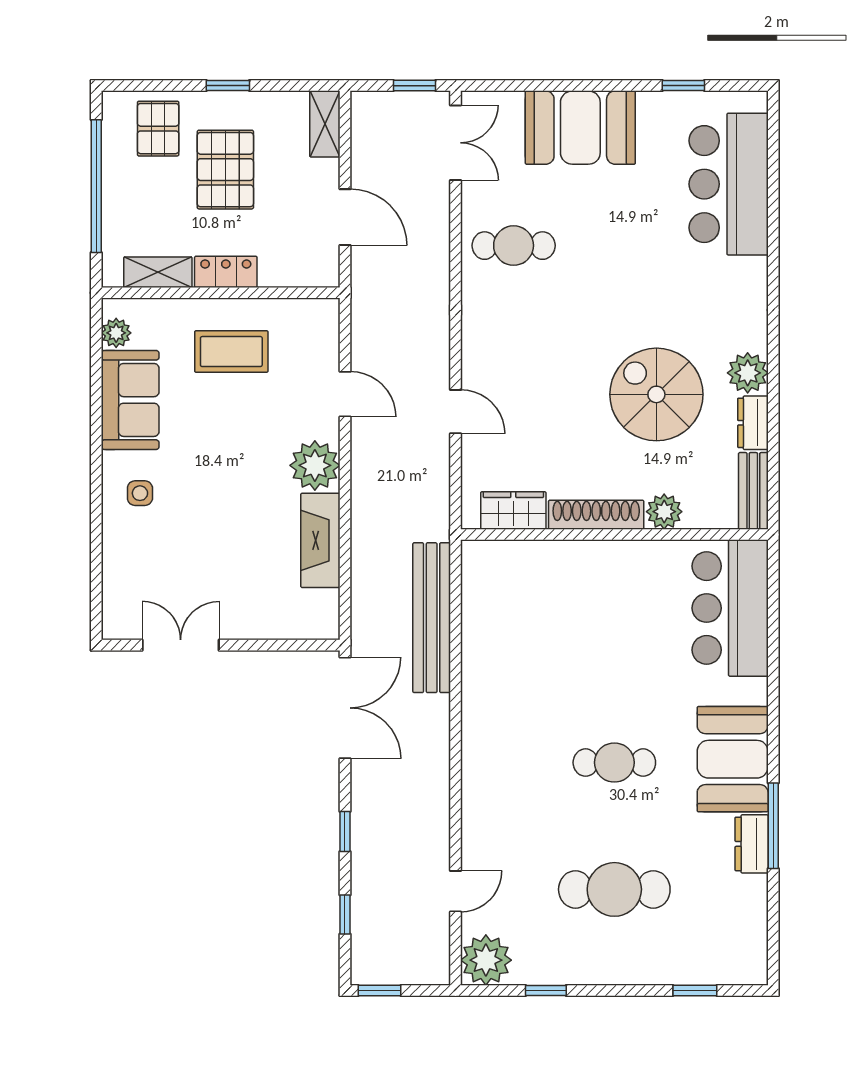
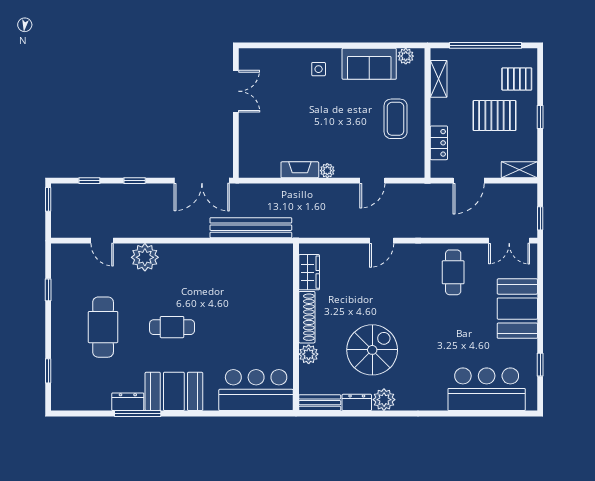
locker: (226, 272) -> (439, 143), moved
door: (455, 412) -> (382, 241), moved
plant: (315, 465) -> (327, 171), width x0.53, depth x0.53
fireplace: (320, 540) -> (300, 170), width x0.73, depth x0.76
cafe table: (614, 763) -> (172, 327), turned 90
plant: (486, 960) -> (145, 257), moved

